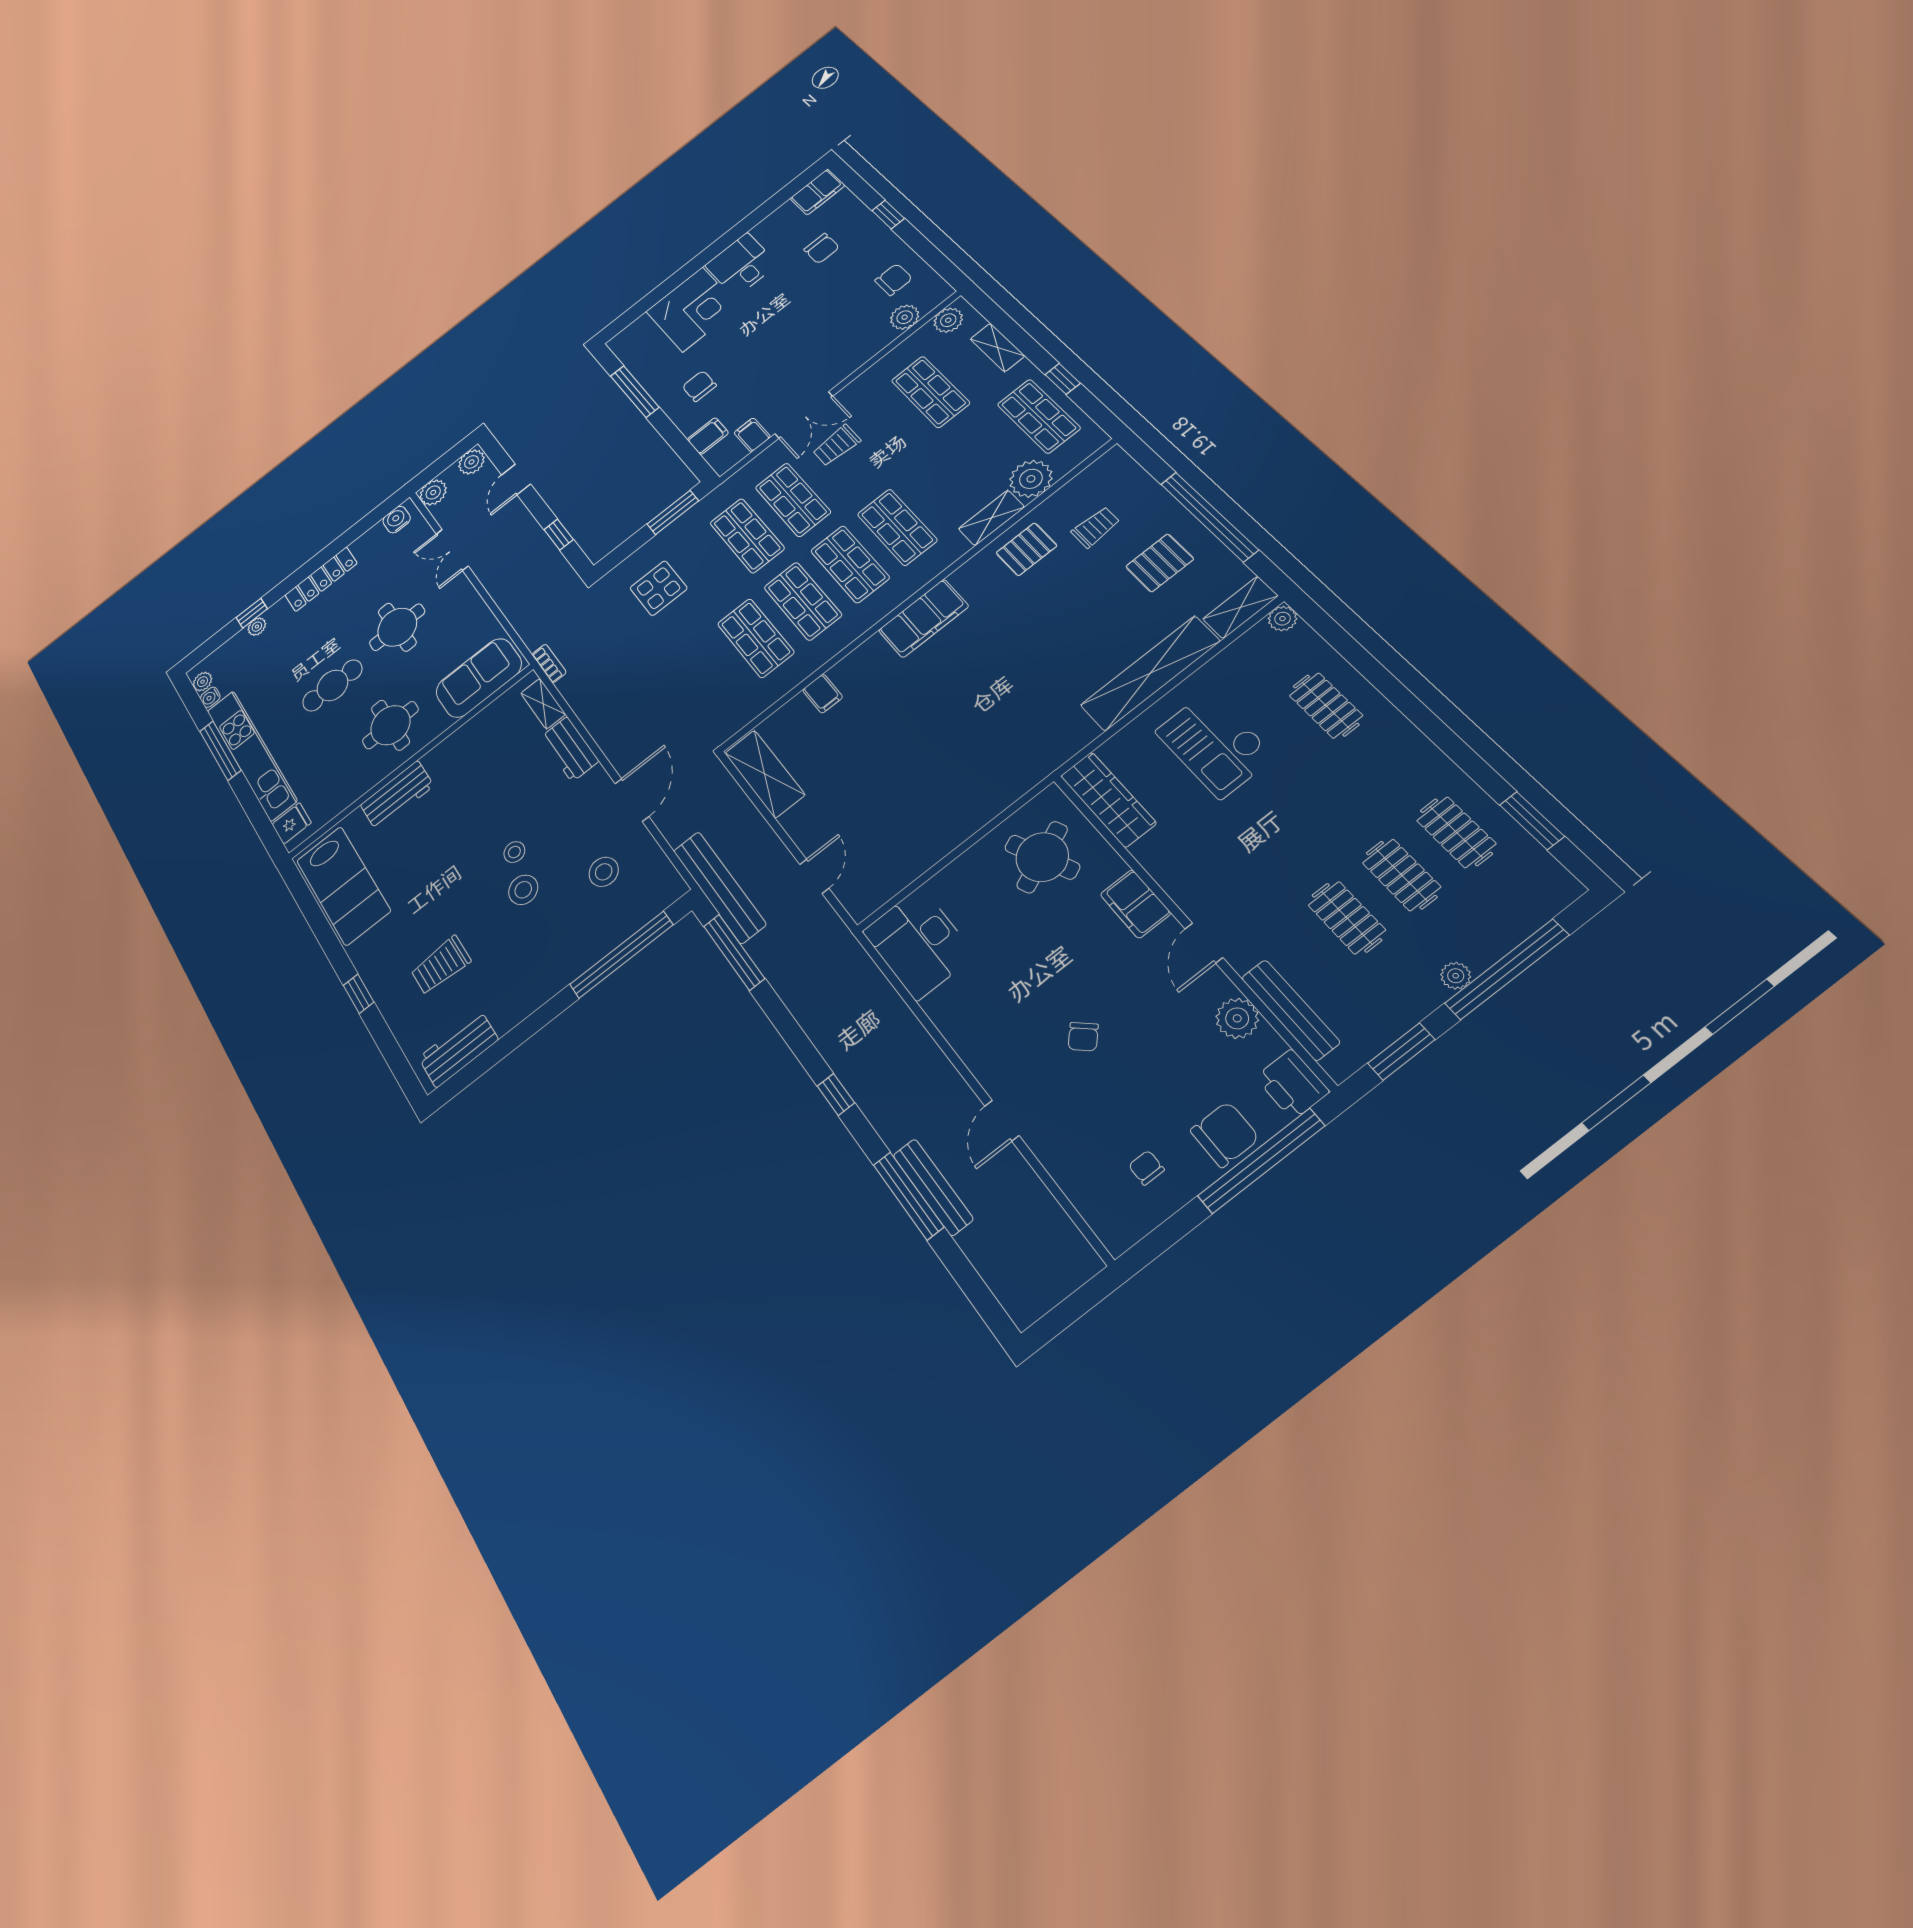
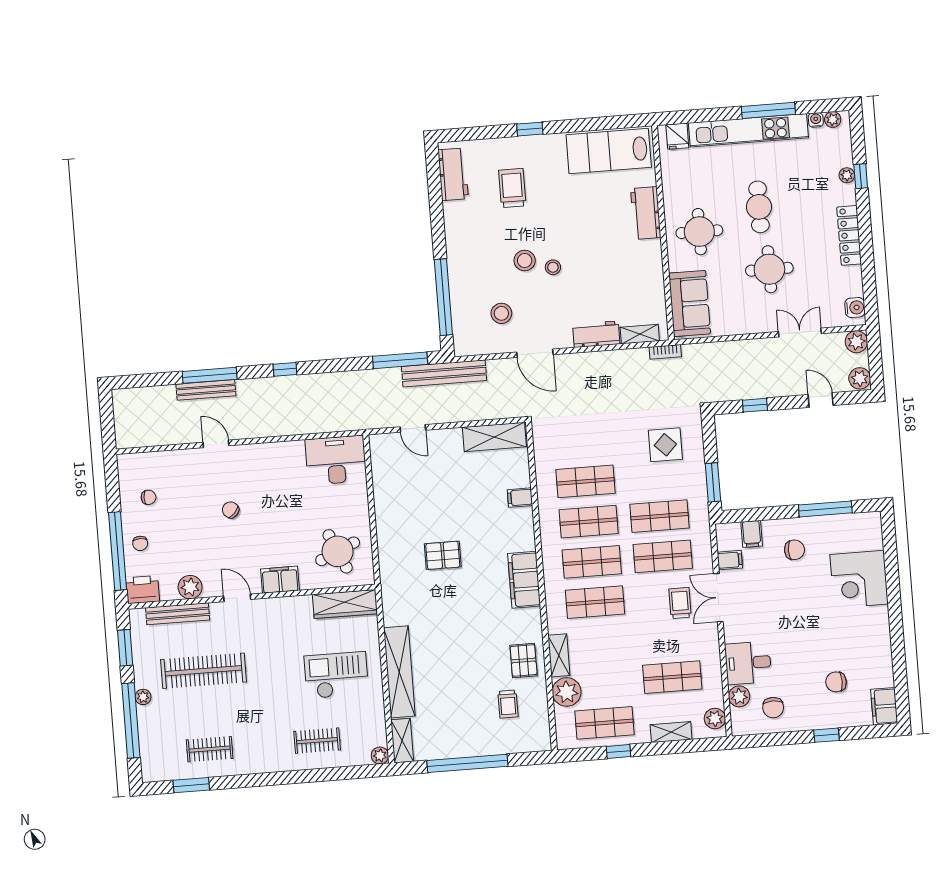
desk: (741, 265) -> (748, 663), moved, turned 180
pallet: (1160, 563) -> (443, 555), moved, turned 90
clothes rail: (1401, 875) -> (207, 710), removed
clothes rail: (1347, 918) -> (203, 671), width x1.86, depth x1.31
chair: (1225, 1134) -> (140, 543), width x0.54, depth x0.54

